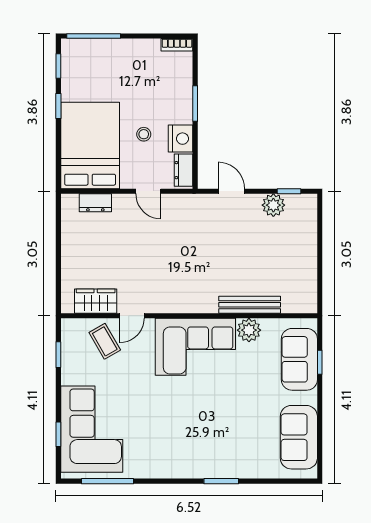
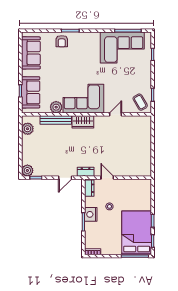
nightstand: (181, 139) -> (91, 214), moved
bed: (90, 145) -> (137, 233), moved, turned 180
door: (231, 191) -> (65, 178), hinge flipped
dresser: (95, 203) -> (86, 172), moved
plant: (273, 205) -> (27, 170), moved
plant: (306, 287) -> (28, 129), added
wardrobe: (96, 301) -> (83, 122), moved
coffee table: (105, 341) -> (140, 102), moved
corner sofa: (92, 429) -> (122, 47), moved, turned -90
armchair: (238, 460) -> (62, 41), added

